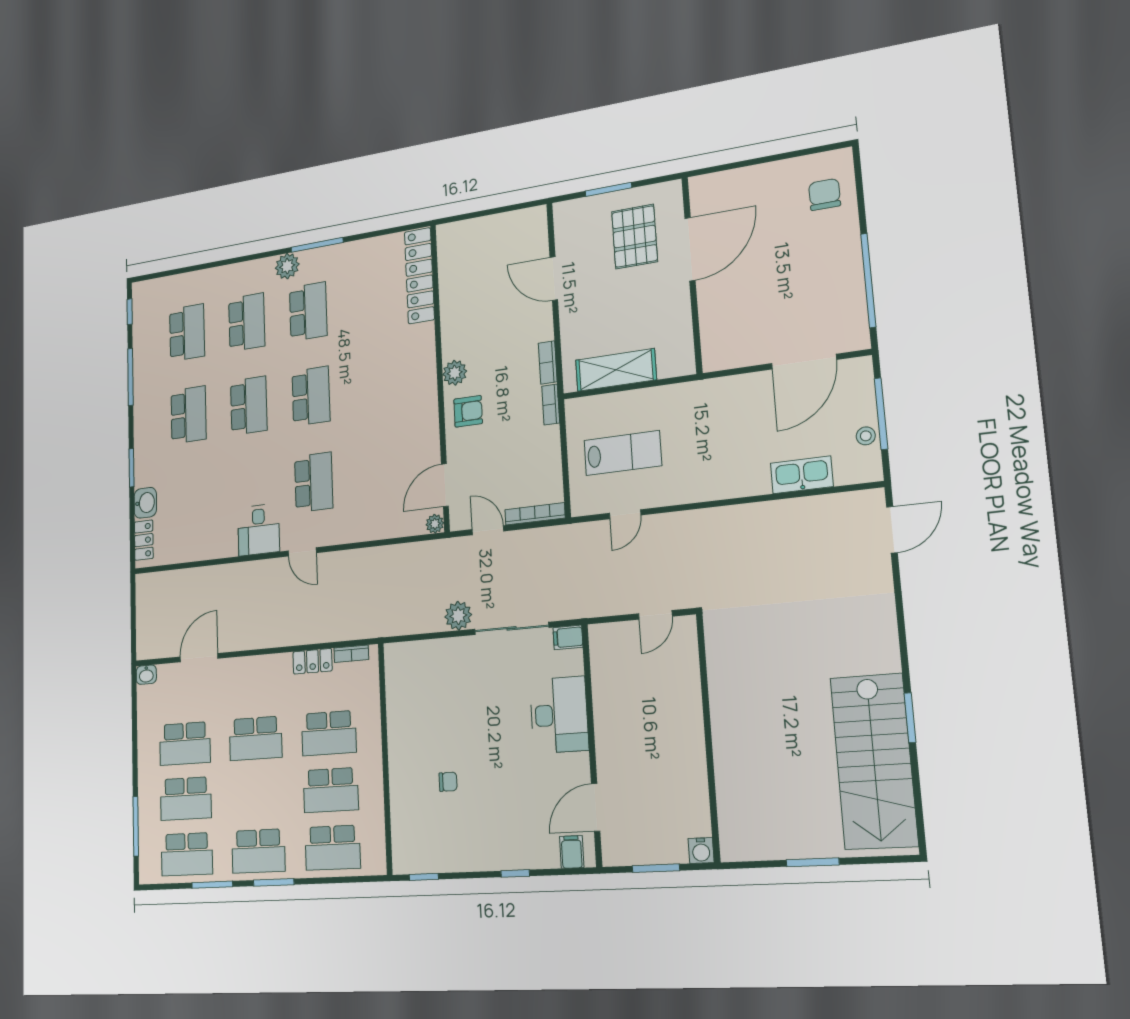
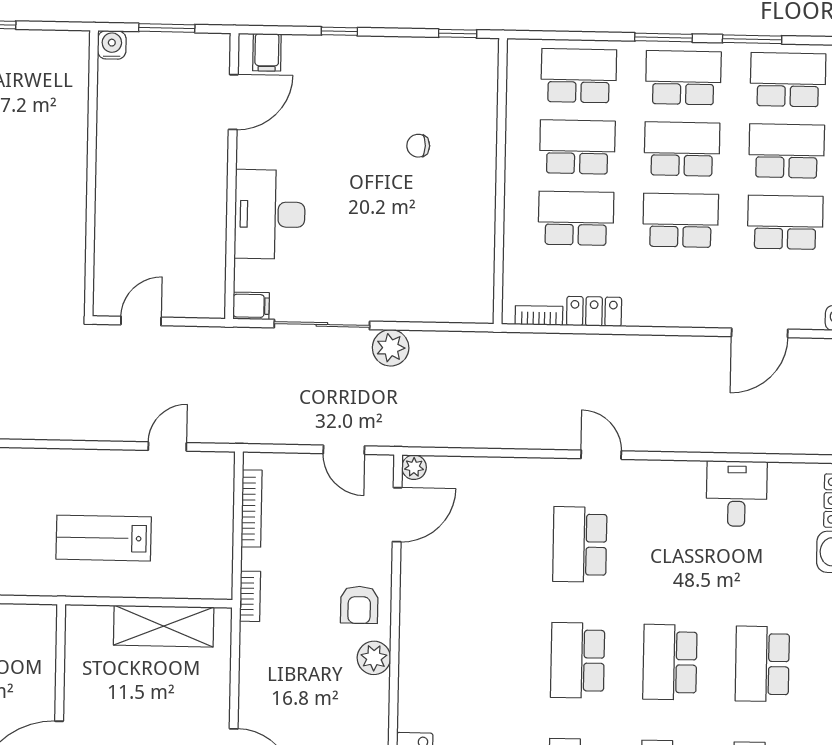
bookcase: (548, 362) -> (250, 650), removed
armchair: (468, 411) -> (359, 605), turned -90
lab bench: (623, 453) -> (104, 538), moved
bookcase: (535, 514) -> (252, 508), moved, turned -90
desk: (259, 530) -> (737, 494), moved
school desk: (257, 794) -> (682, 149), added

